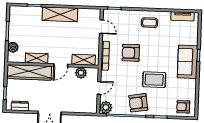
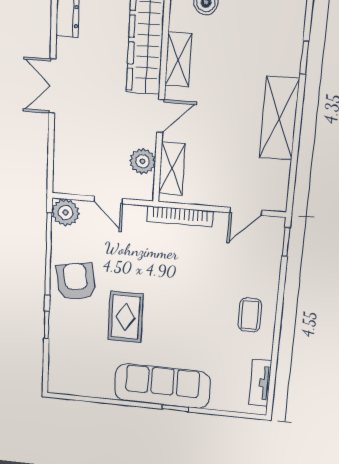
armchair: (131, 53) -> (185, 272), removed
sofa: (188, 62) -> (162, 386), width x1.36
door: (61, 65) -> (161, 116), swing flipped
armchair: (183, 107) -> (68, 371), removed

